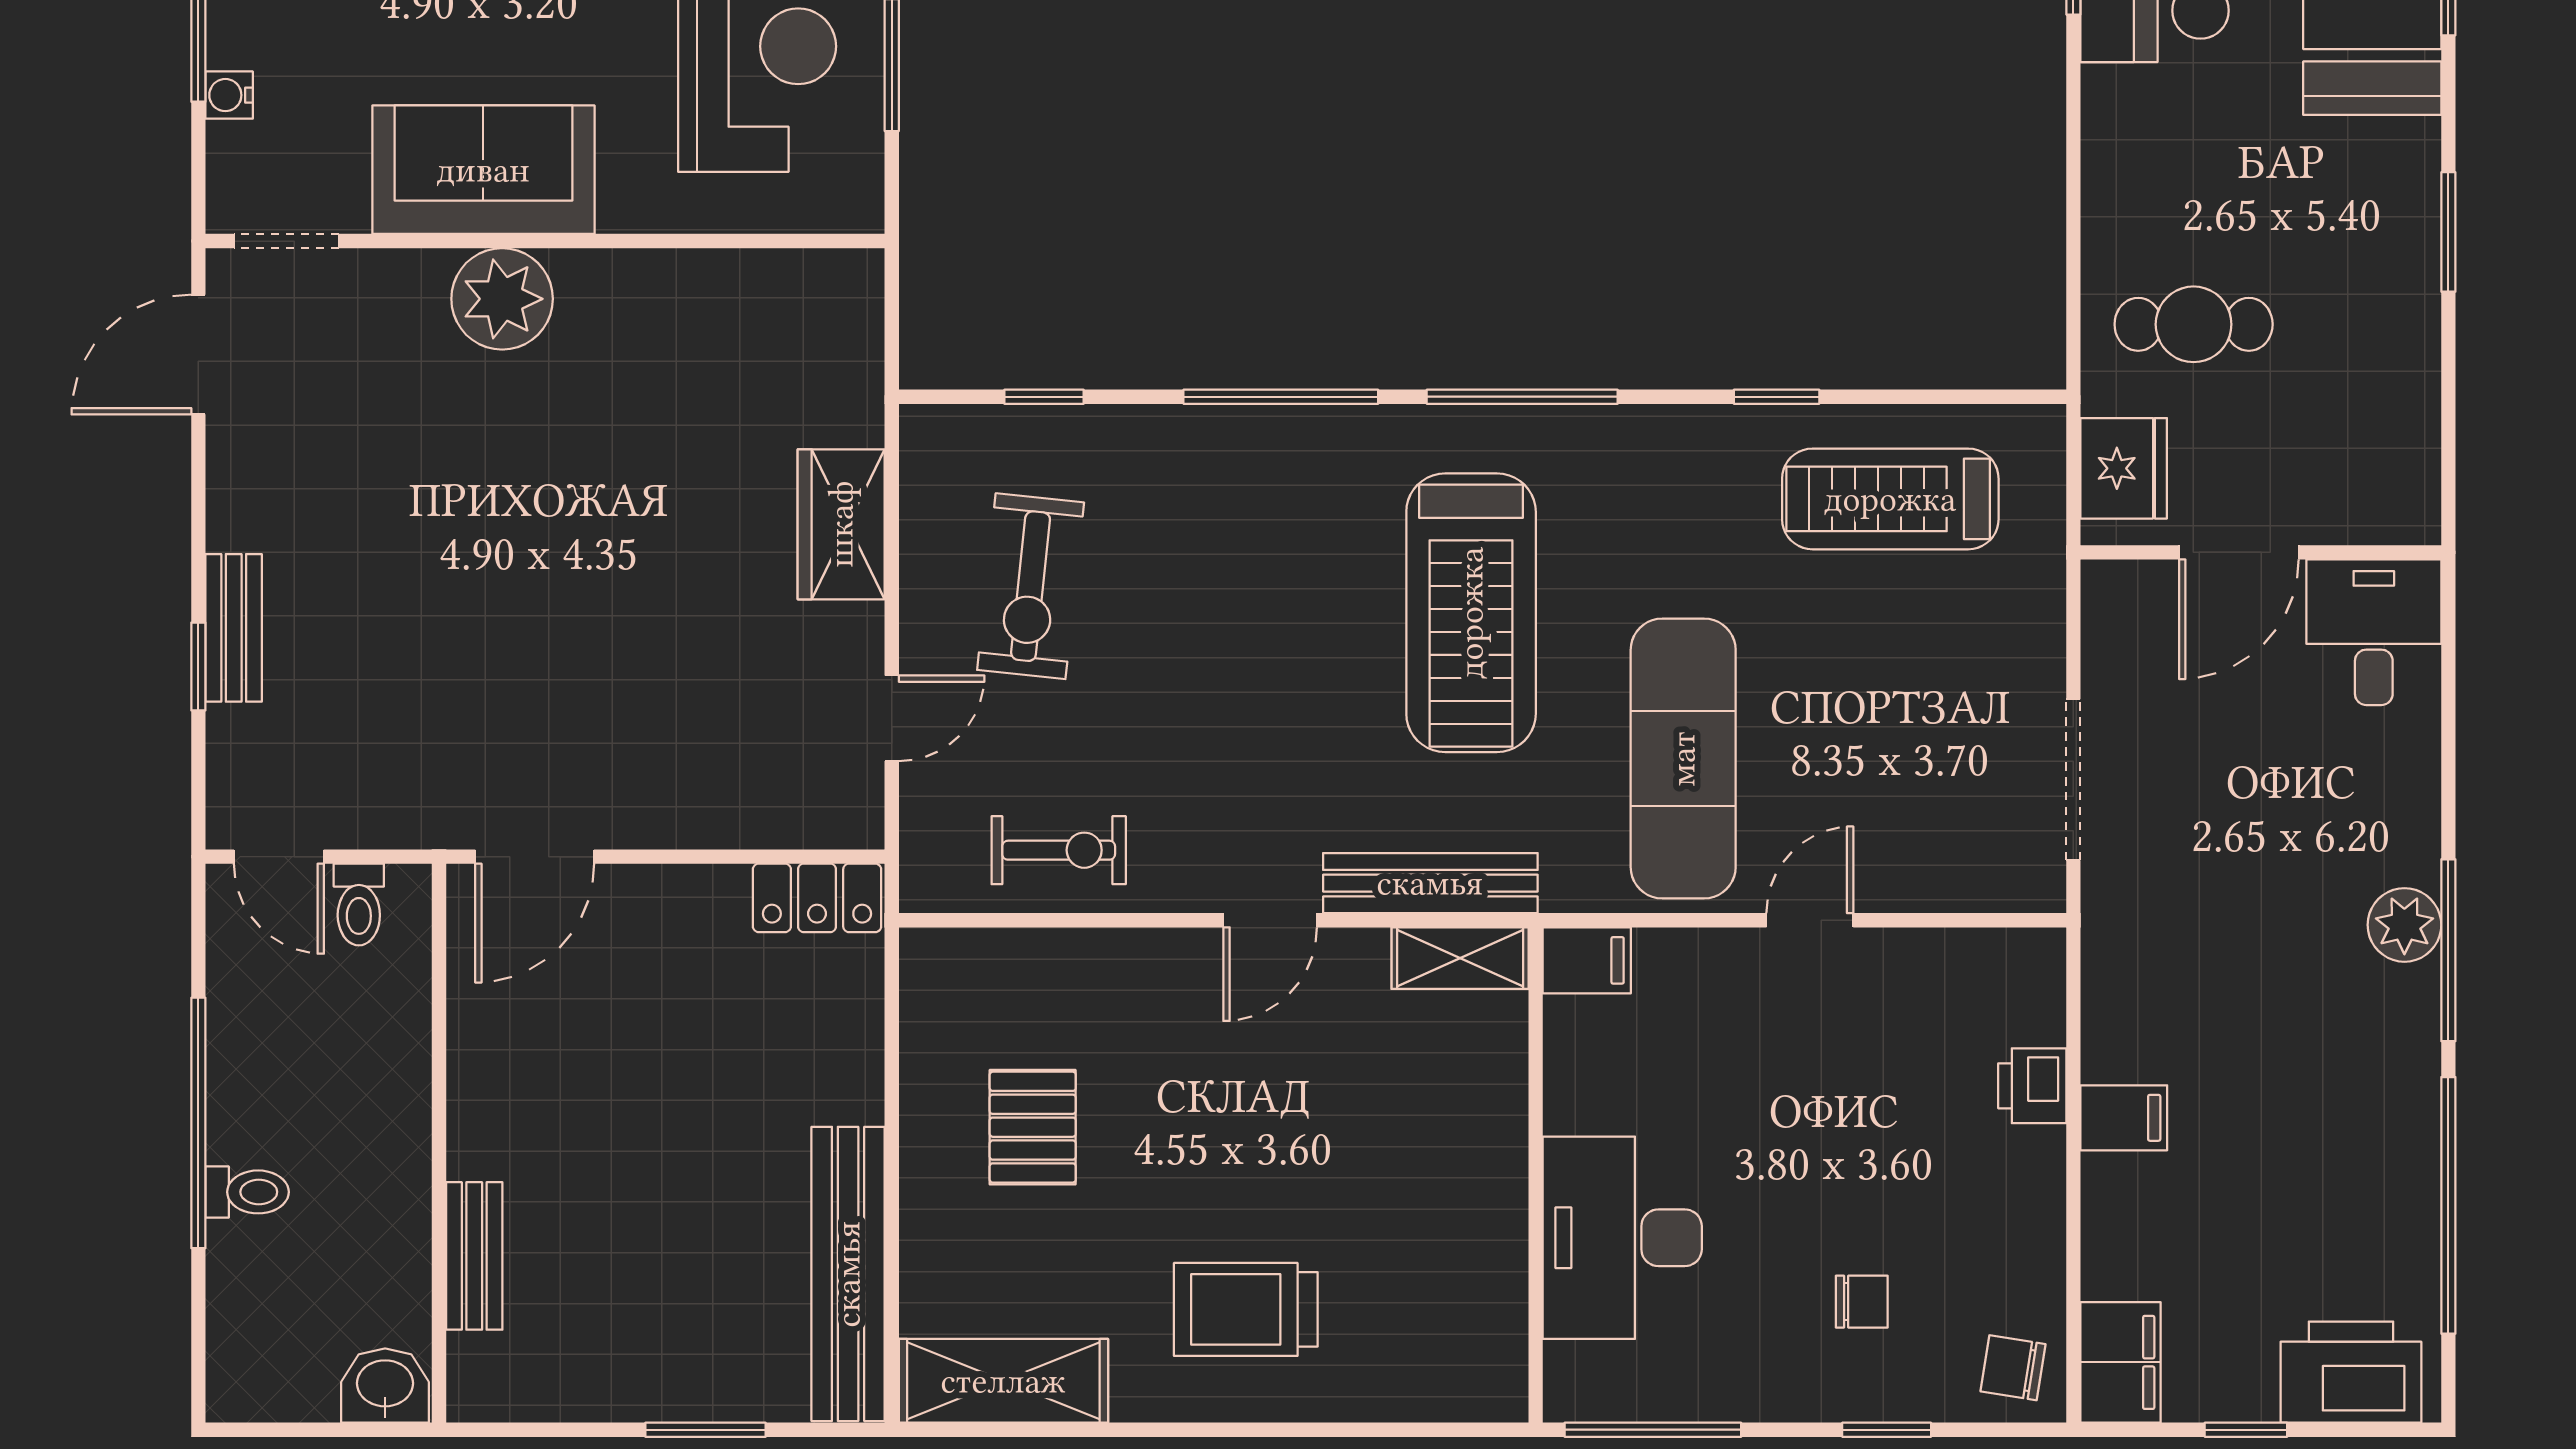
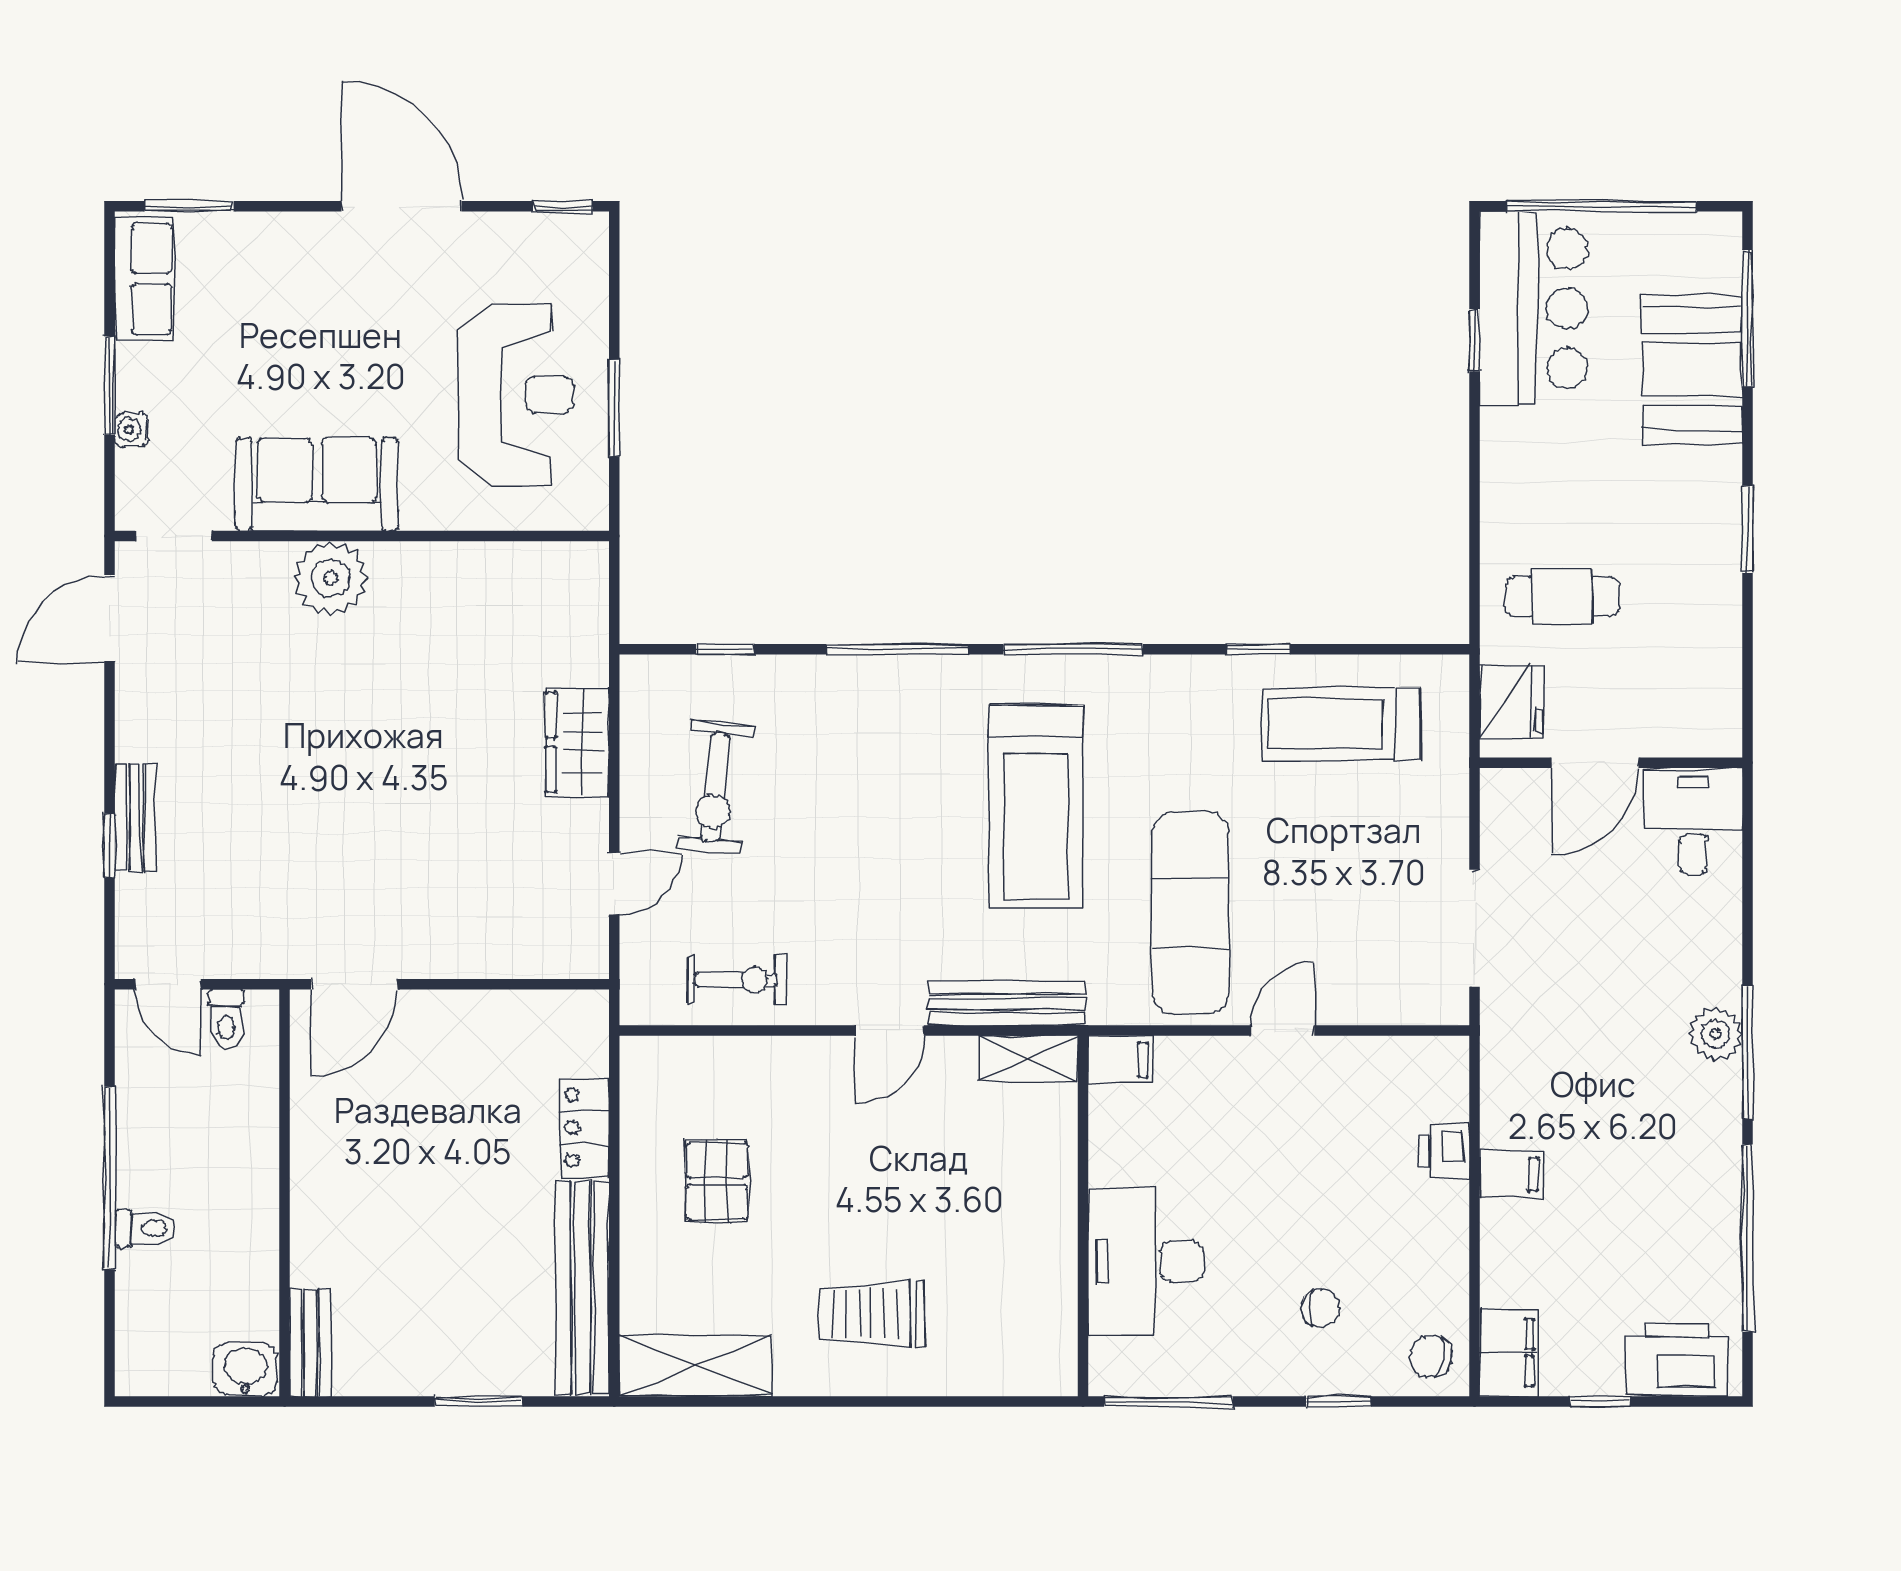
locker: (817, 898) -> (584, 1127), moved, turned 90
bench: (474, 1256) -> (310, 1343), moved

